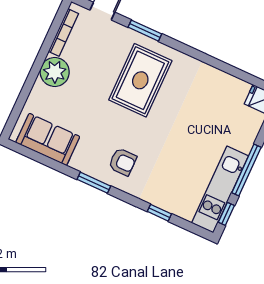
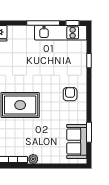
plant: (55, 72) -> (33, 159), width x0.53, depth x0.53
window: (94, 183) -> (89, 132), moved

